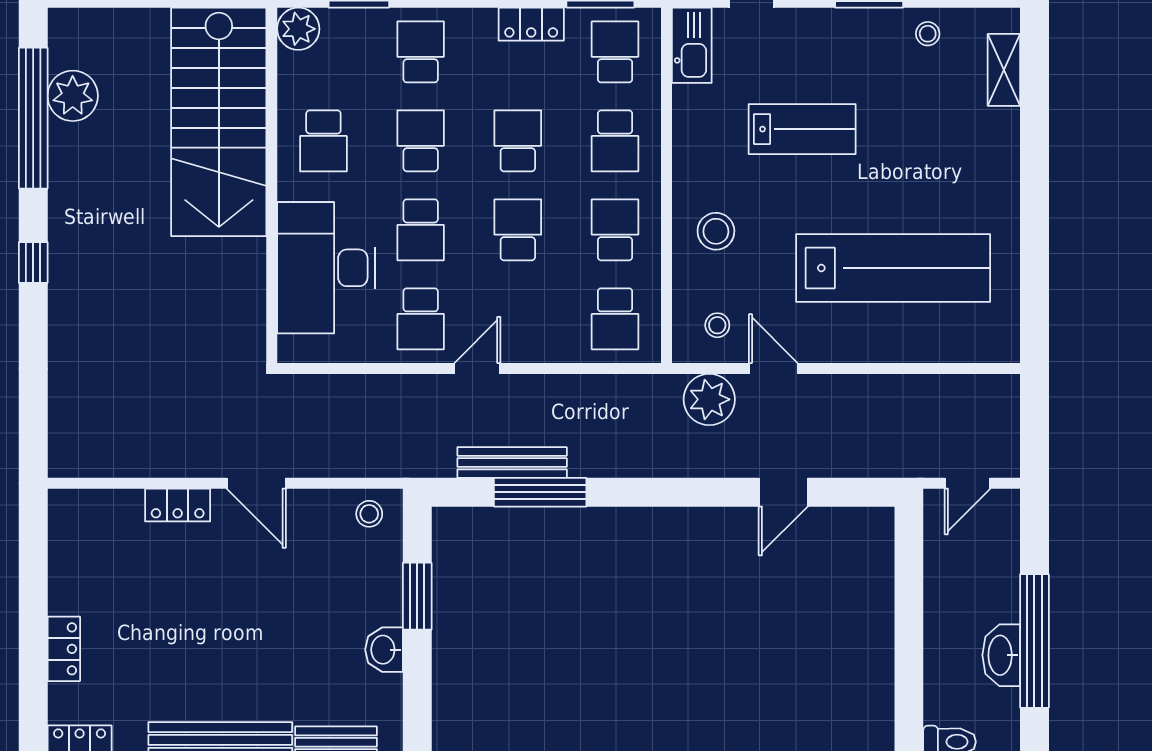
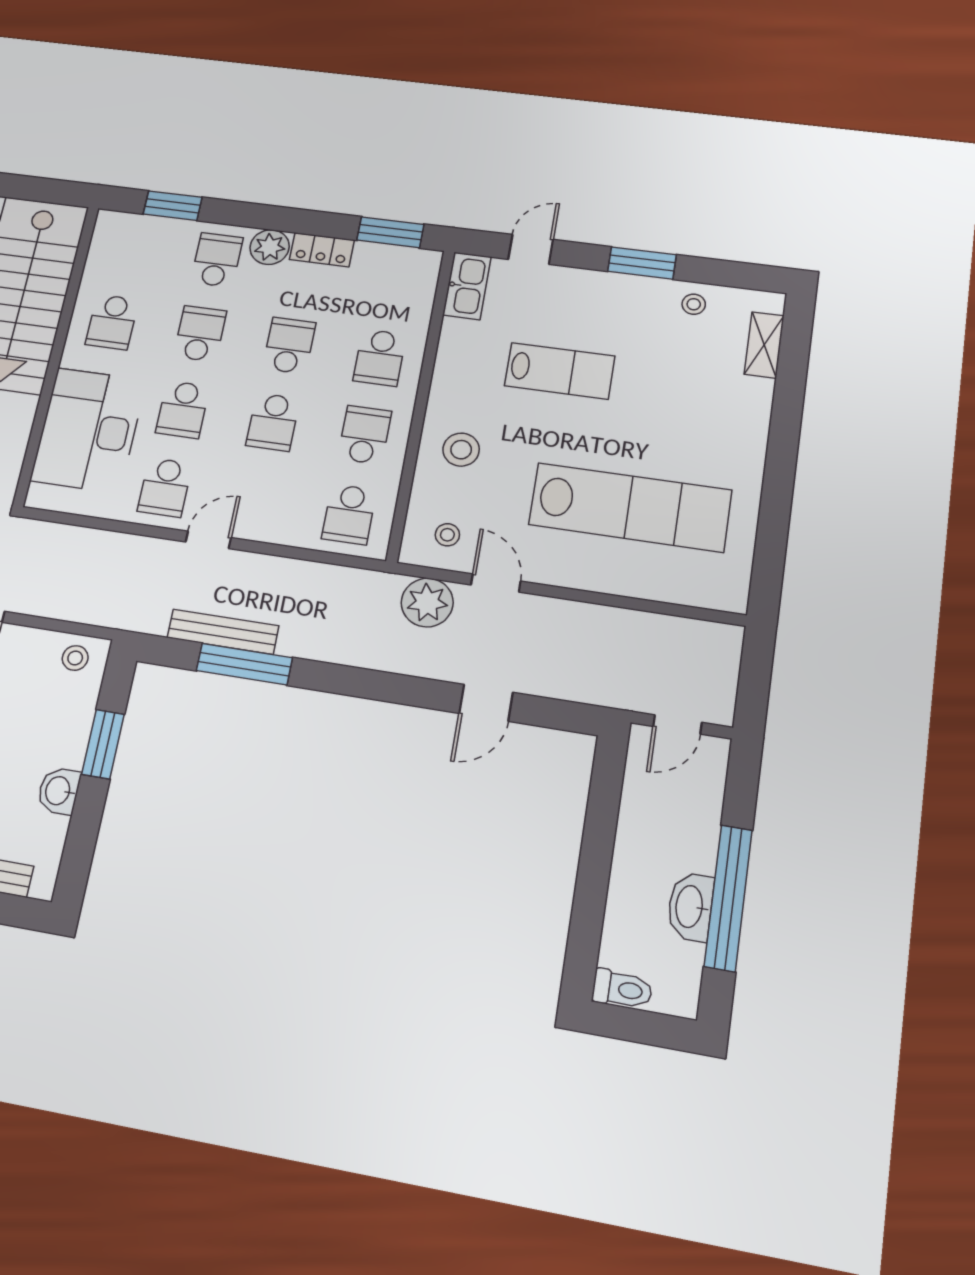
plant: (298, 29) -> (270, 247), moved
school desk: (615, 52) -> (394, 282), removed
school desk: (518, 230) -> (273, 422), turned 180

